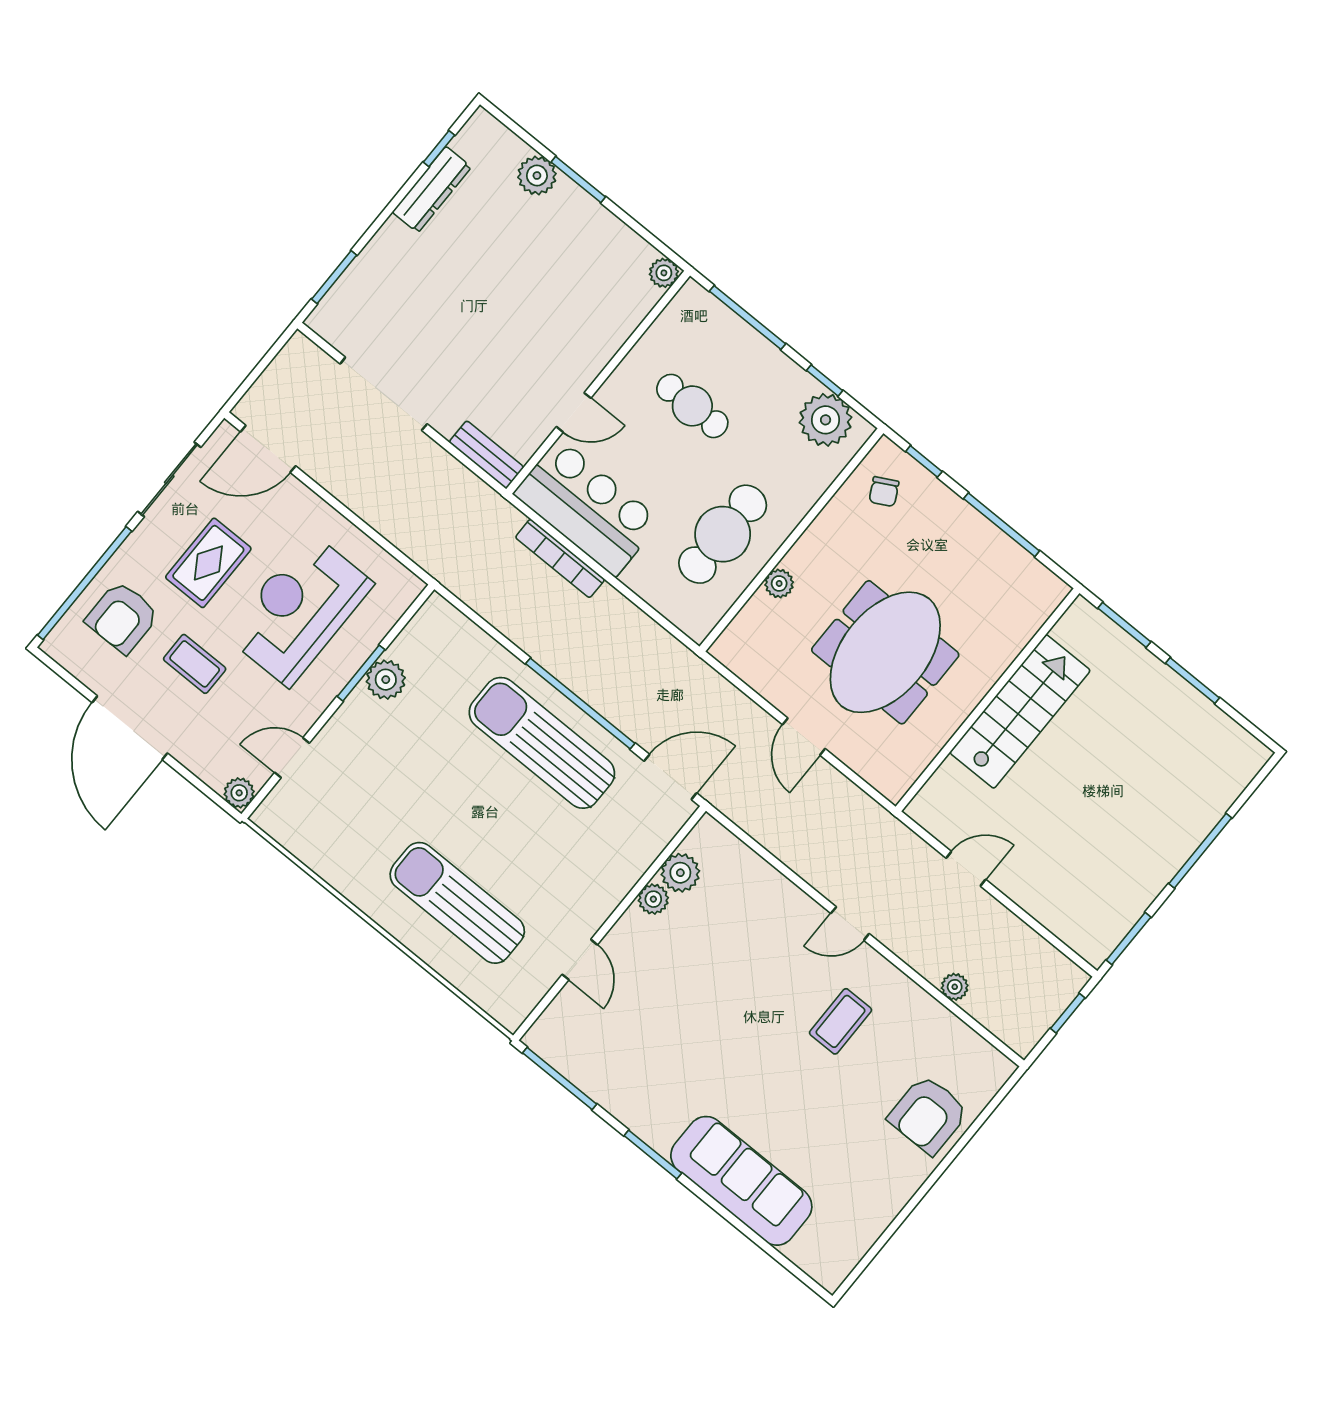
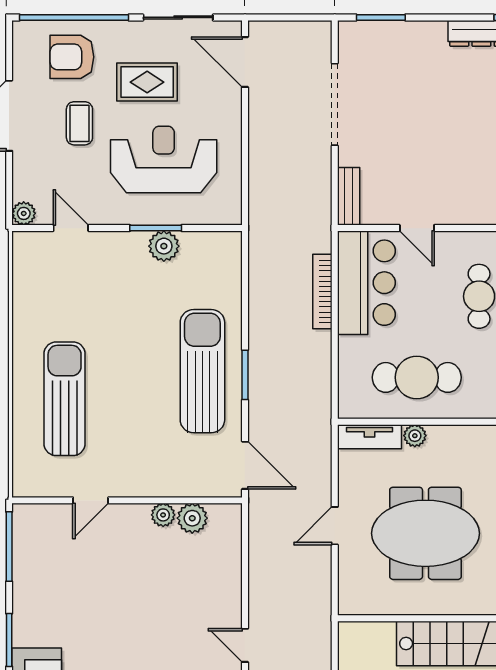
tv unit: (743, 630) -> (370, 437), added
window: (580, 703) -> (245, 375), width x0.47

